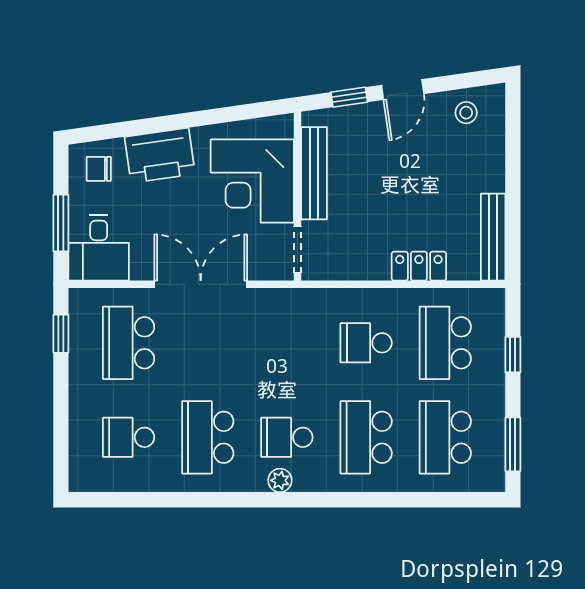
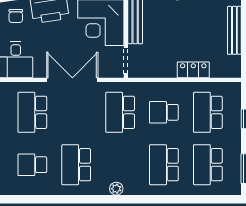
chair: (99, 169) -> (16, 16), turned -90
bench: (493, 237) -> (234, 30), moved
school desk: (287, 437) -> (120, 112), moved, width x1.85

